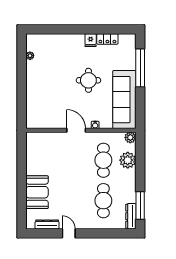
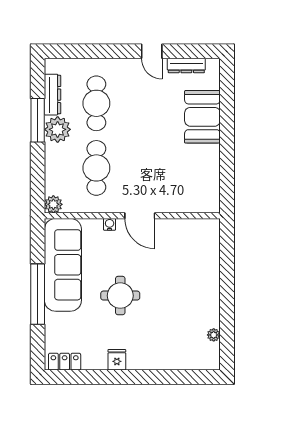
locker: (107, 39) -> (65, 362), moved
window: (140, 68) -> (38, 294), moved
plant: (128, 160) -> (58, 129), moved
window: (140, 206) -> (38, 120), moved
dresser: (131, 216) -> (52, 95), moved

